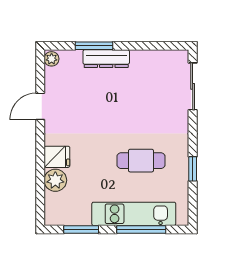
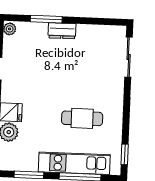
dresser: (106, 59) -> (62, 31), width x0.70
window: (193, 169) -> (125, 154), moved

